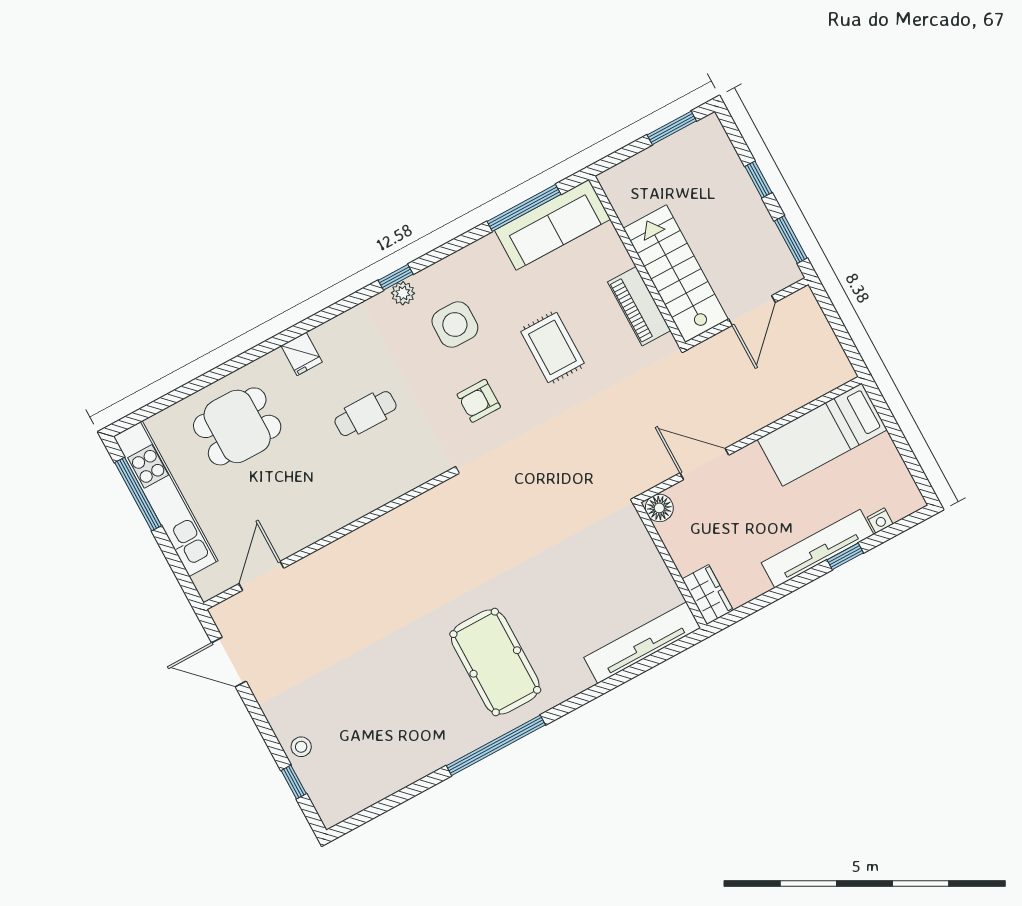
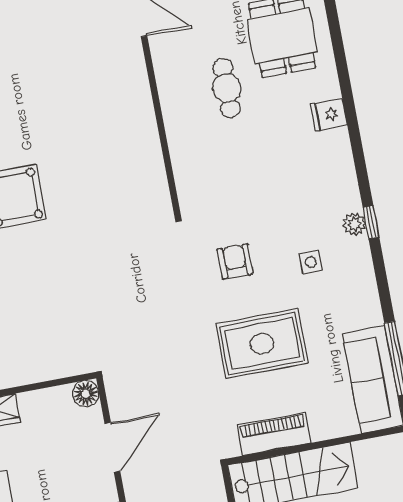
side table: (455, 325) -> (311, 262), width x0.54, depth x0.54
rug: (552, 347) -> (262, 344), width x1.36, depth x1.43
cafe table: (365, 414) -> (227, 88), moved

